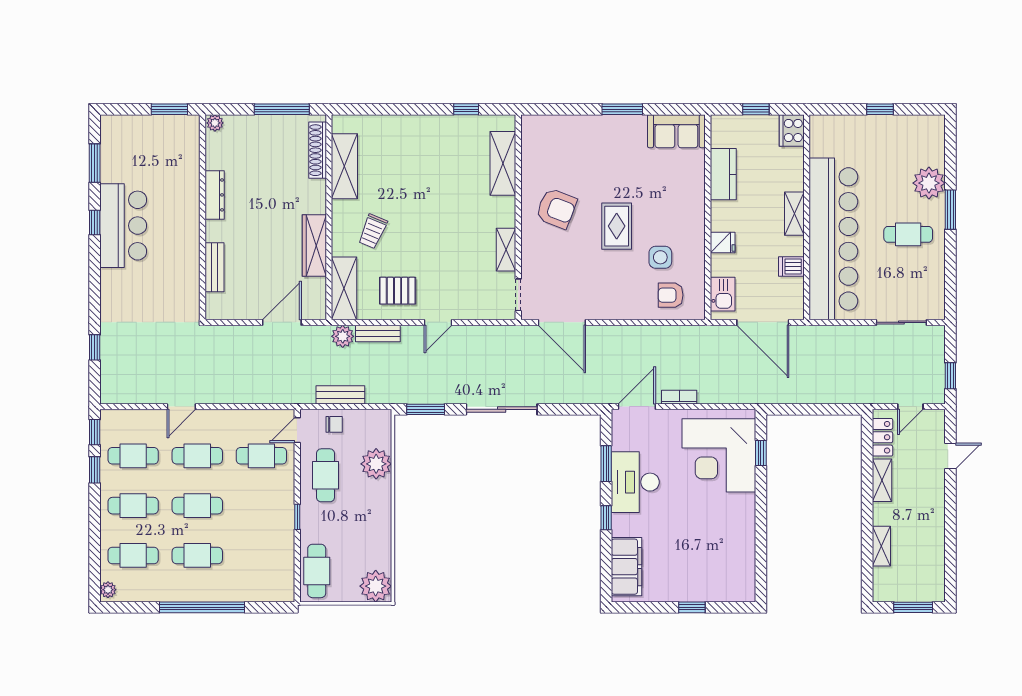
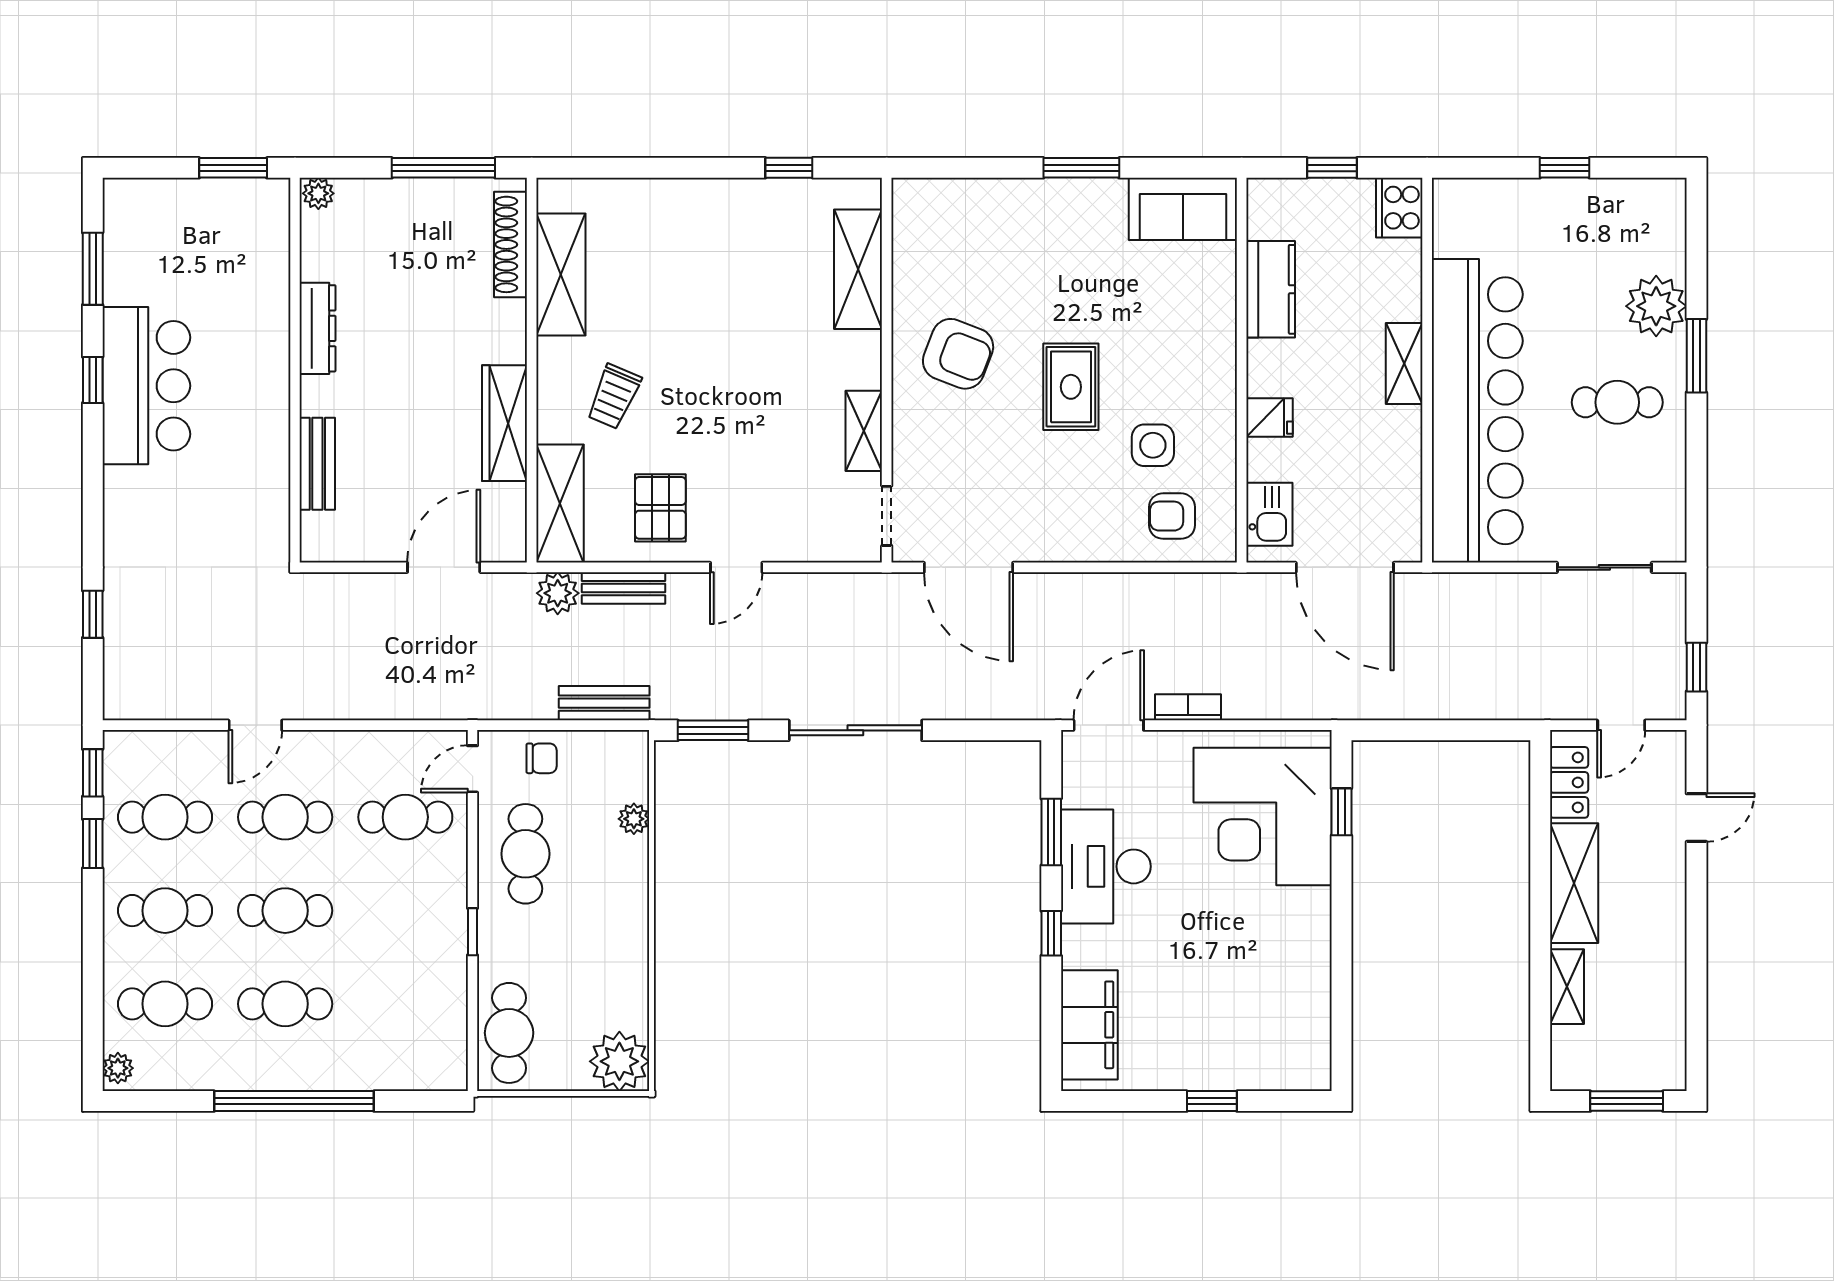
dishwasher: (791, 267) -> (1398, 463), removed
pallet: (398, 291) -> (660, 508), turned 90
bench: (340, 395) -> (604, 703), moved
plant: (376, 464) -> (634, 819), width x0.53, depth x0.53
shelving: (882, 480) -> (1574, 883), width x1.50, depth x1.33

